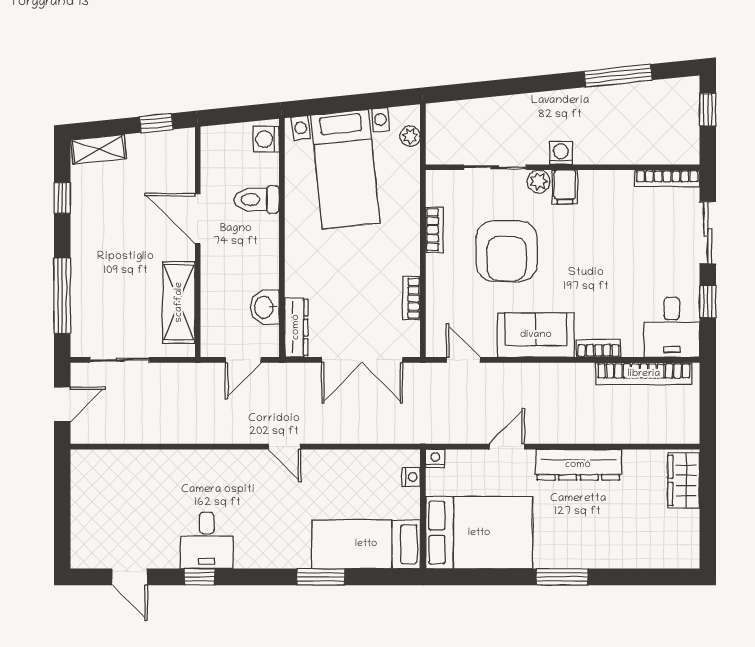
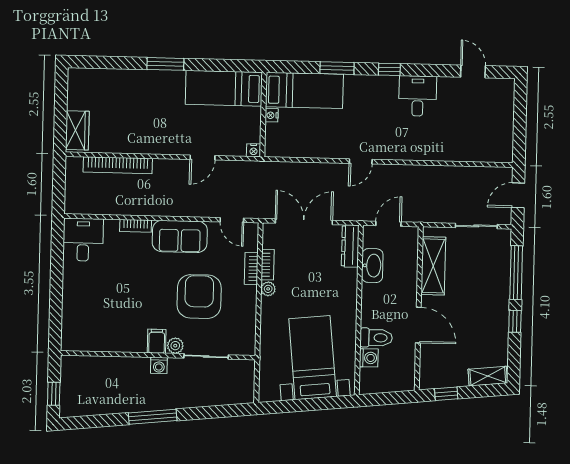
window: (618, 76) -> (153, 417), moved
plant: (410, 136) -> (268, 289), moved
washing machine: (266, 139) -> (369, 358), moved
bookcase: (667, 178) -> (84, 346), removed
window: (62, 198) -> (515, 321), moved
bookcase: (435, 230) -> (251, 269), moved
sliding door: (708, 233) -> (56, 306), removed
window: (708, 302) -> (57, 257), removed
washbasin: (265, 307) -> (372, 266), width x1.38
bookcase: (644, 374) -> (118, 165), moved, turned 180
door: (284, 447) -> (361, 161), swing flipped
dresser: (578, 465) -> (152, 143), removed
nightstand: (411, 477) -> (272, 115), moved
bed: (479, 533) -> (224, 88), width x0.67
window: (200, 577) -> (389, 69), moved

